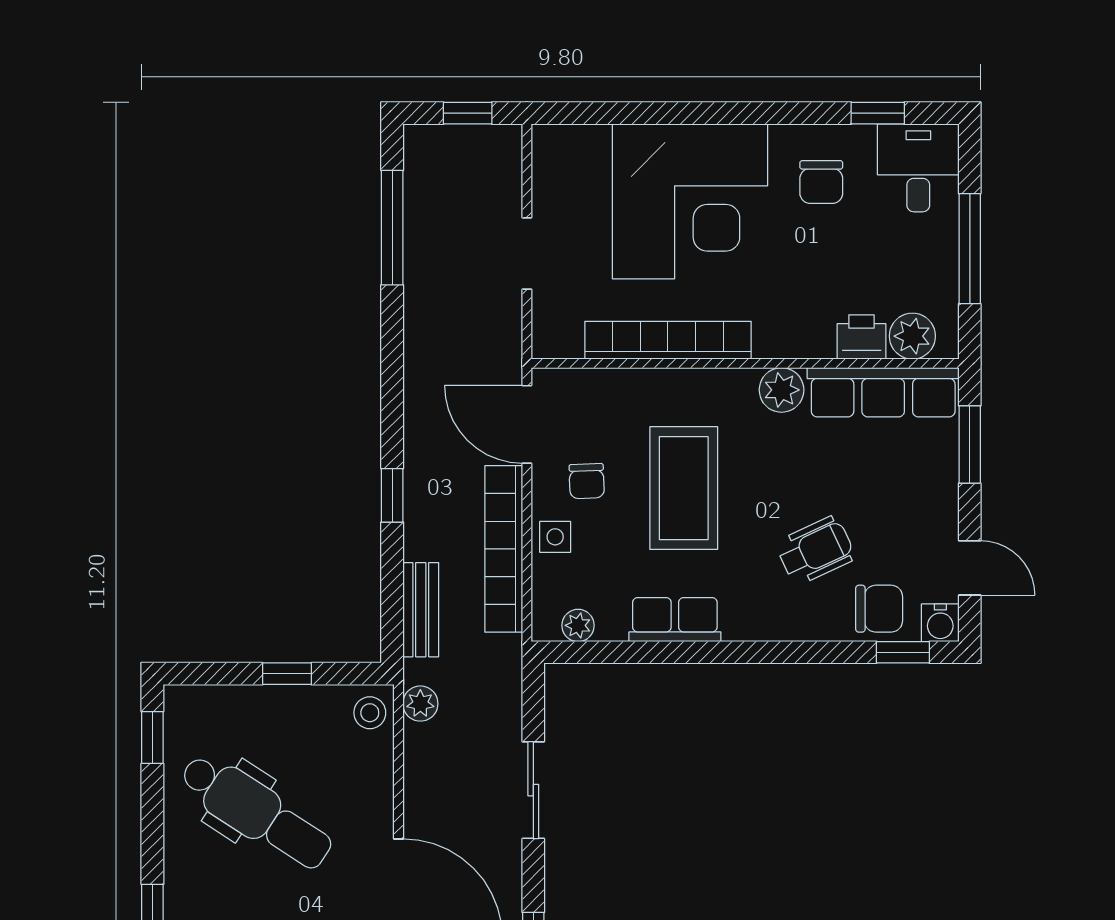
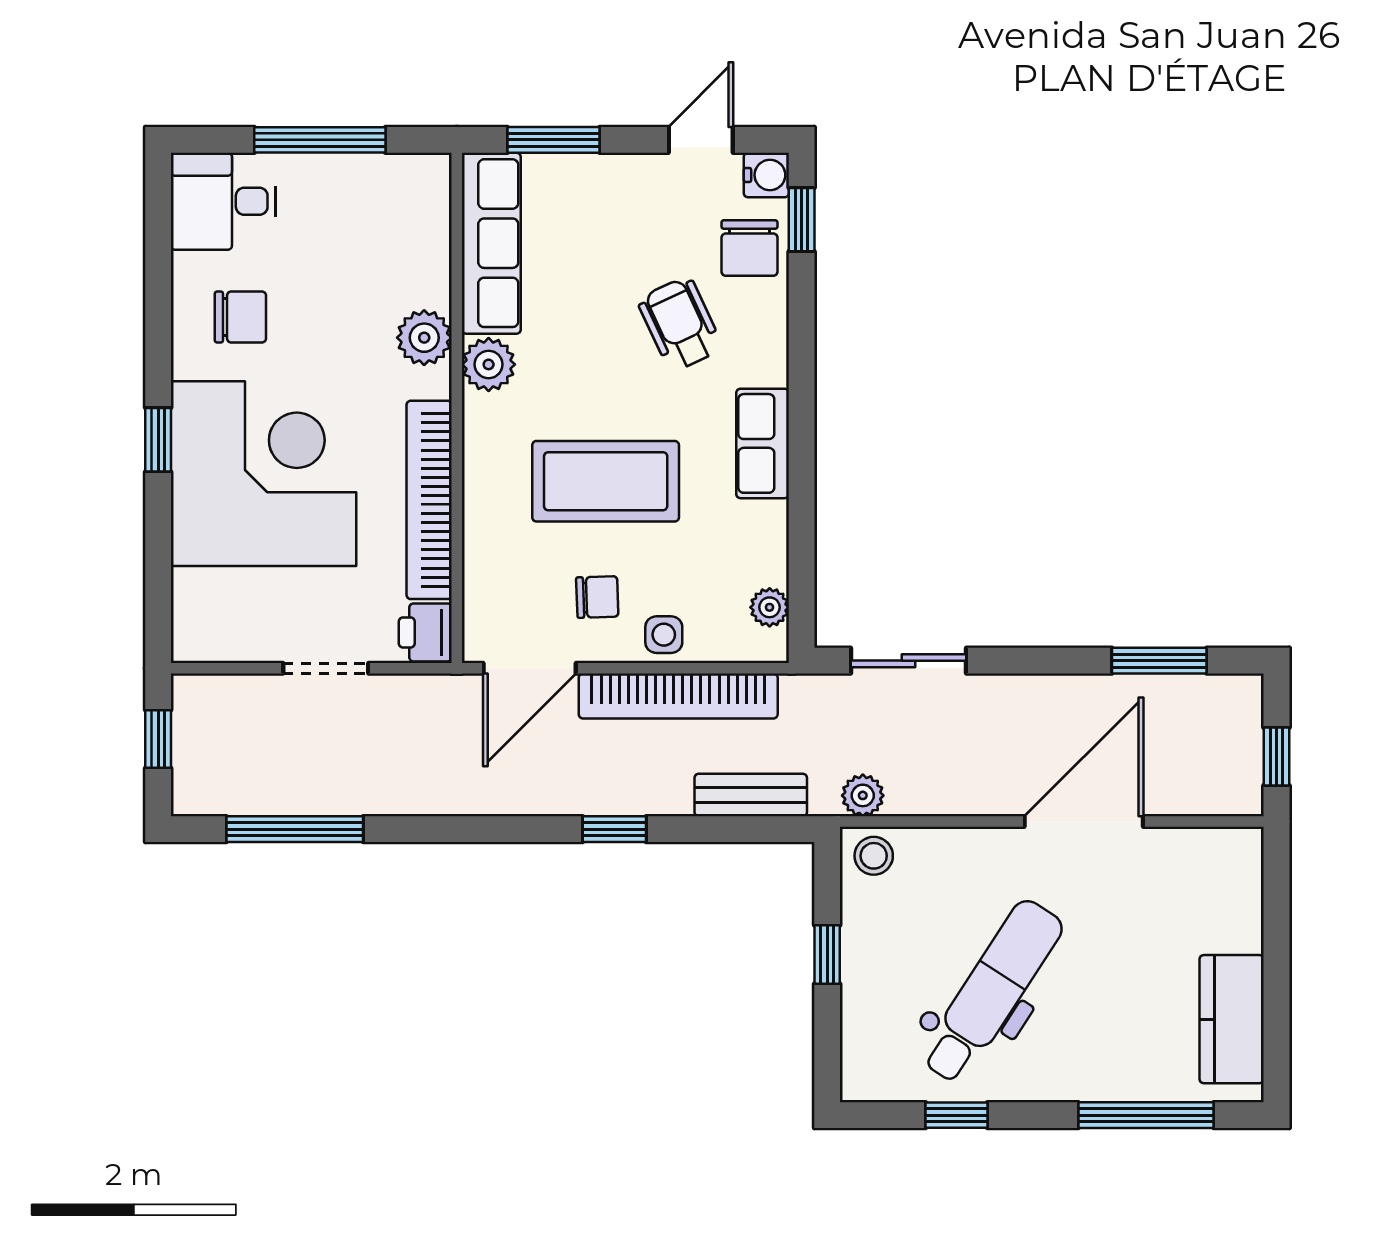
window: (878, 113) -> (158, 440), moved
plant: (912, 336) -> (424, 338), moved
printer: (862, 337) -> (425, 632), moved
chair: (879, 609) -> (749, 248), turned 180
row of seats: (675, 620) -> (763, 443), moved
window: (152, 737) -> (957, 1115), moved
sliding door: (533, 790) -> (909, 661), moved

